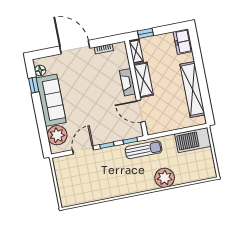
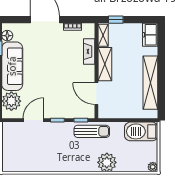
fireplace: (128, 82) -> (89, 51), moved
plant: (211, 173) -> (153, 167), added

